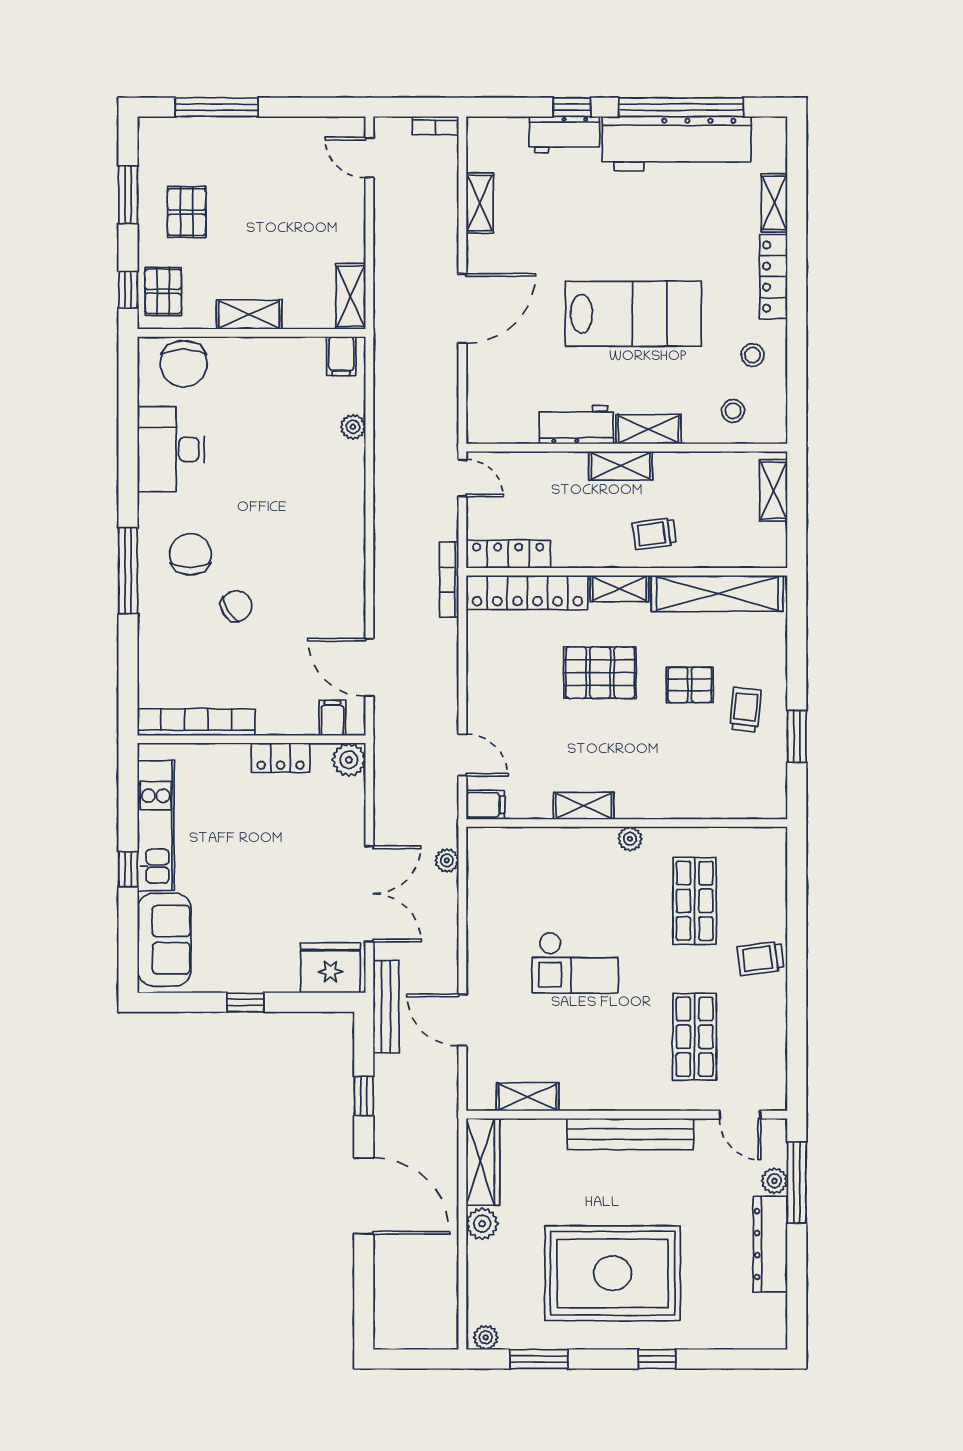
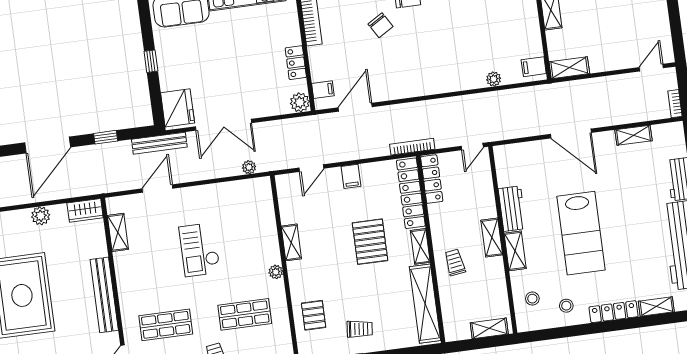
pallet: (690, 685) -> (314, 315), moved
filing cabinet: (485, 805) -> (351, 176), moved
wardrobe: (483, 1162) -> (85, 210), width x0.67

